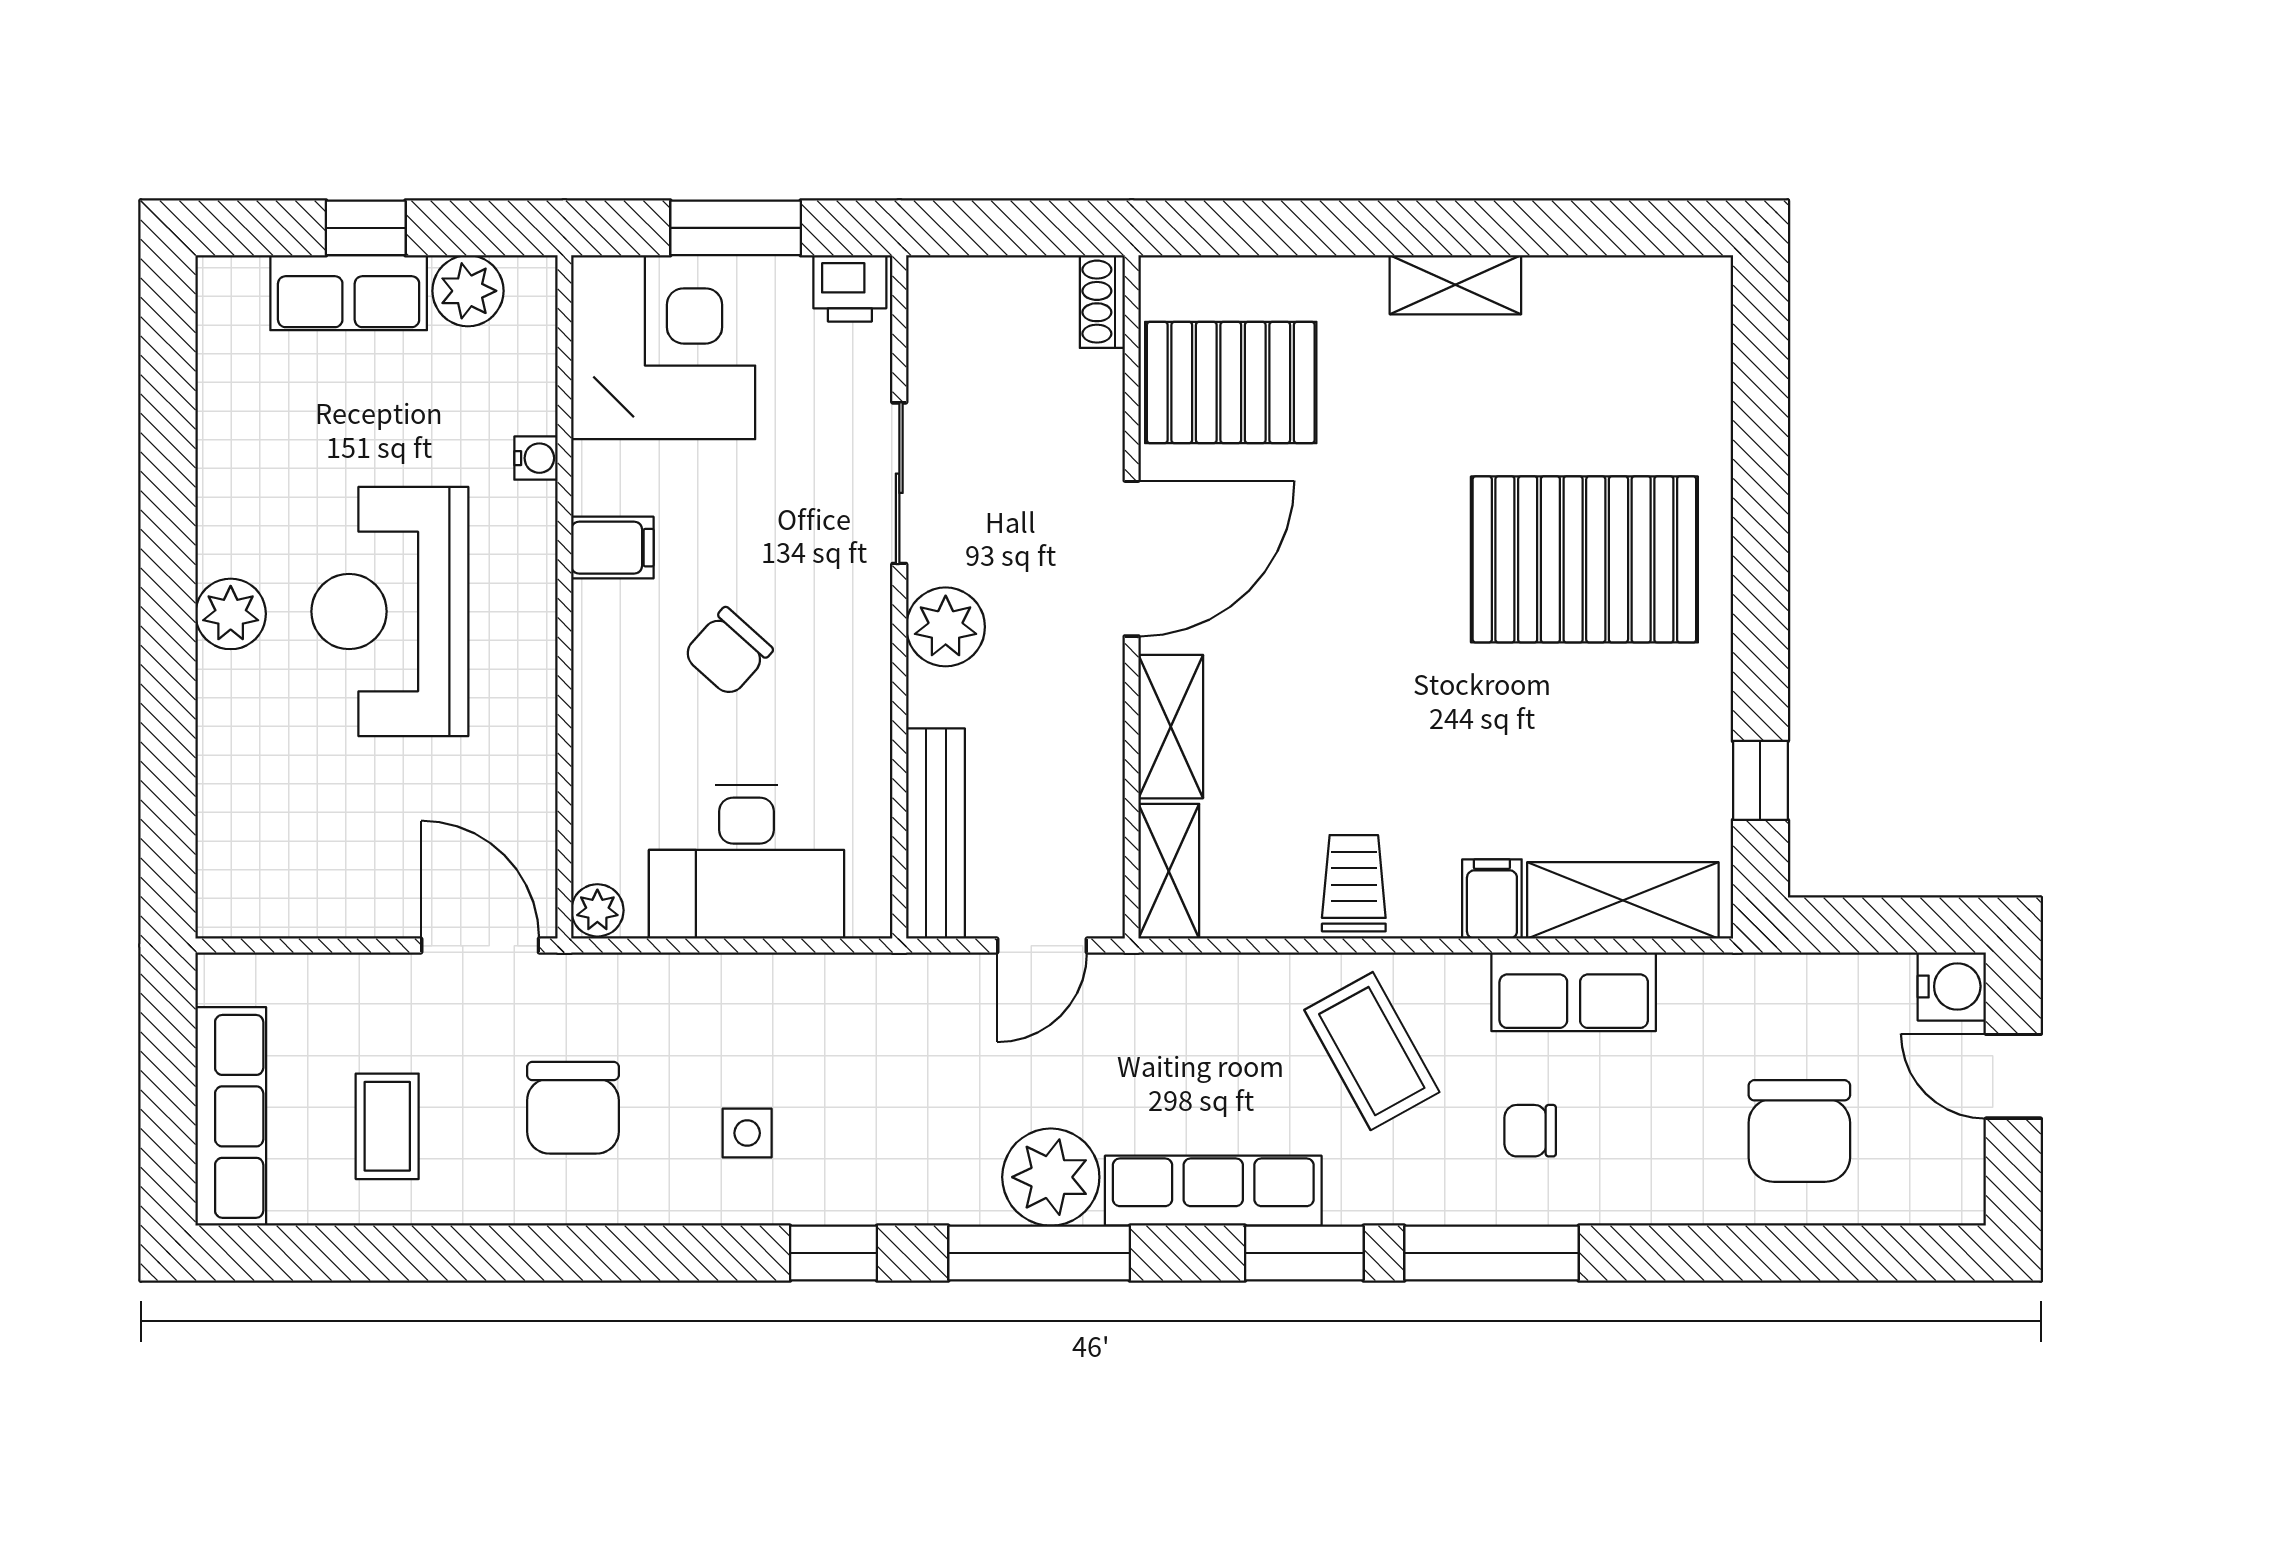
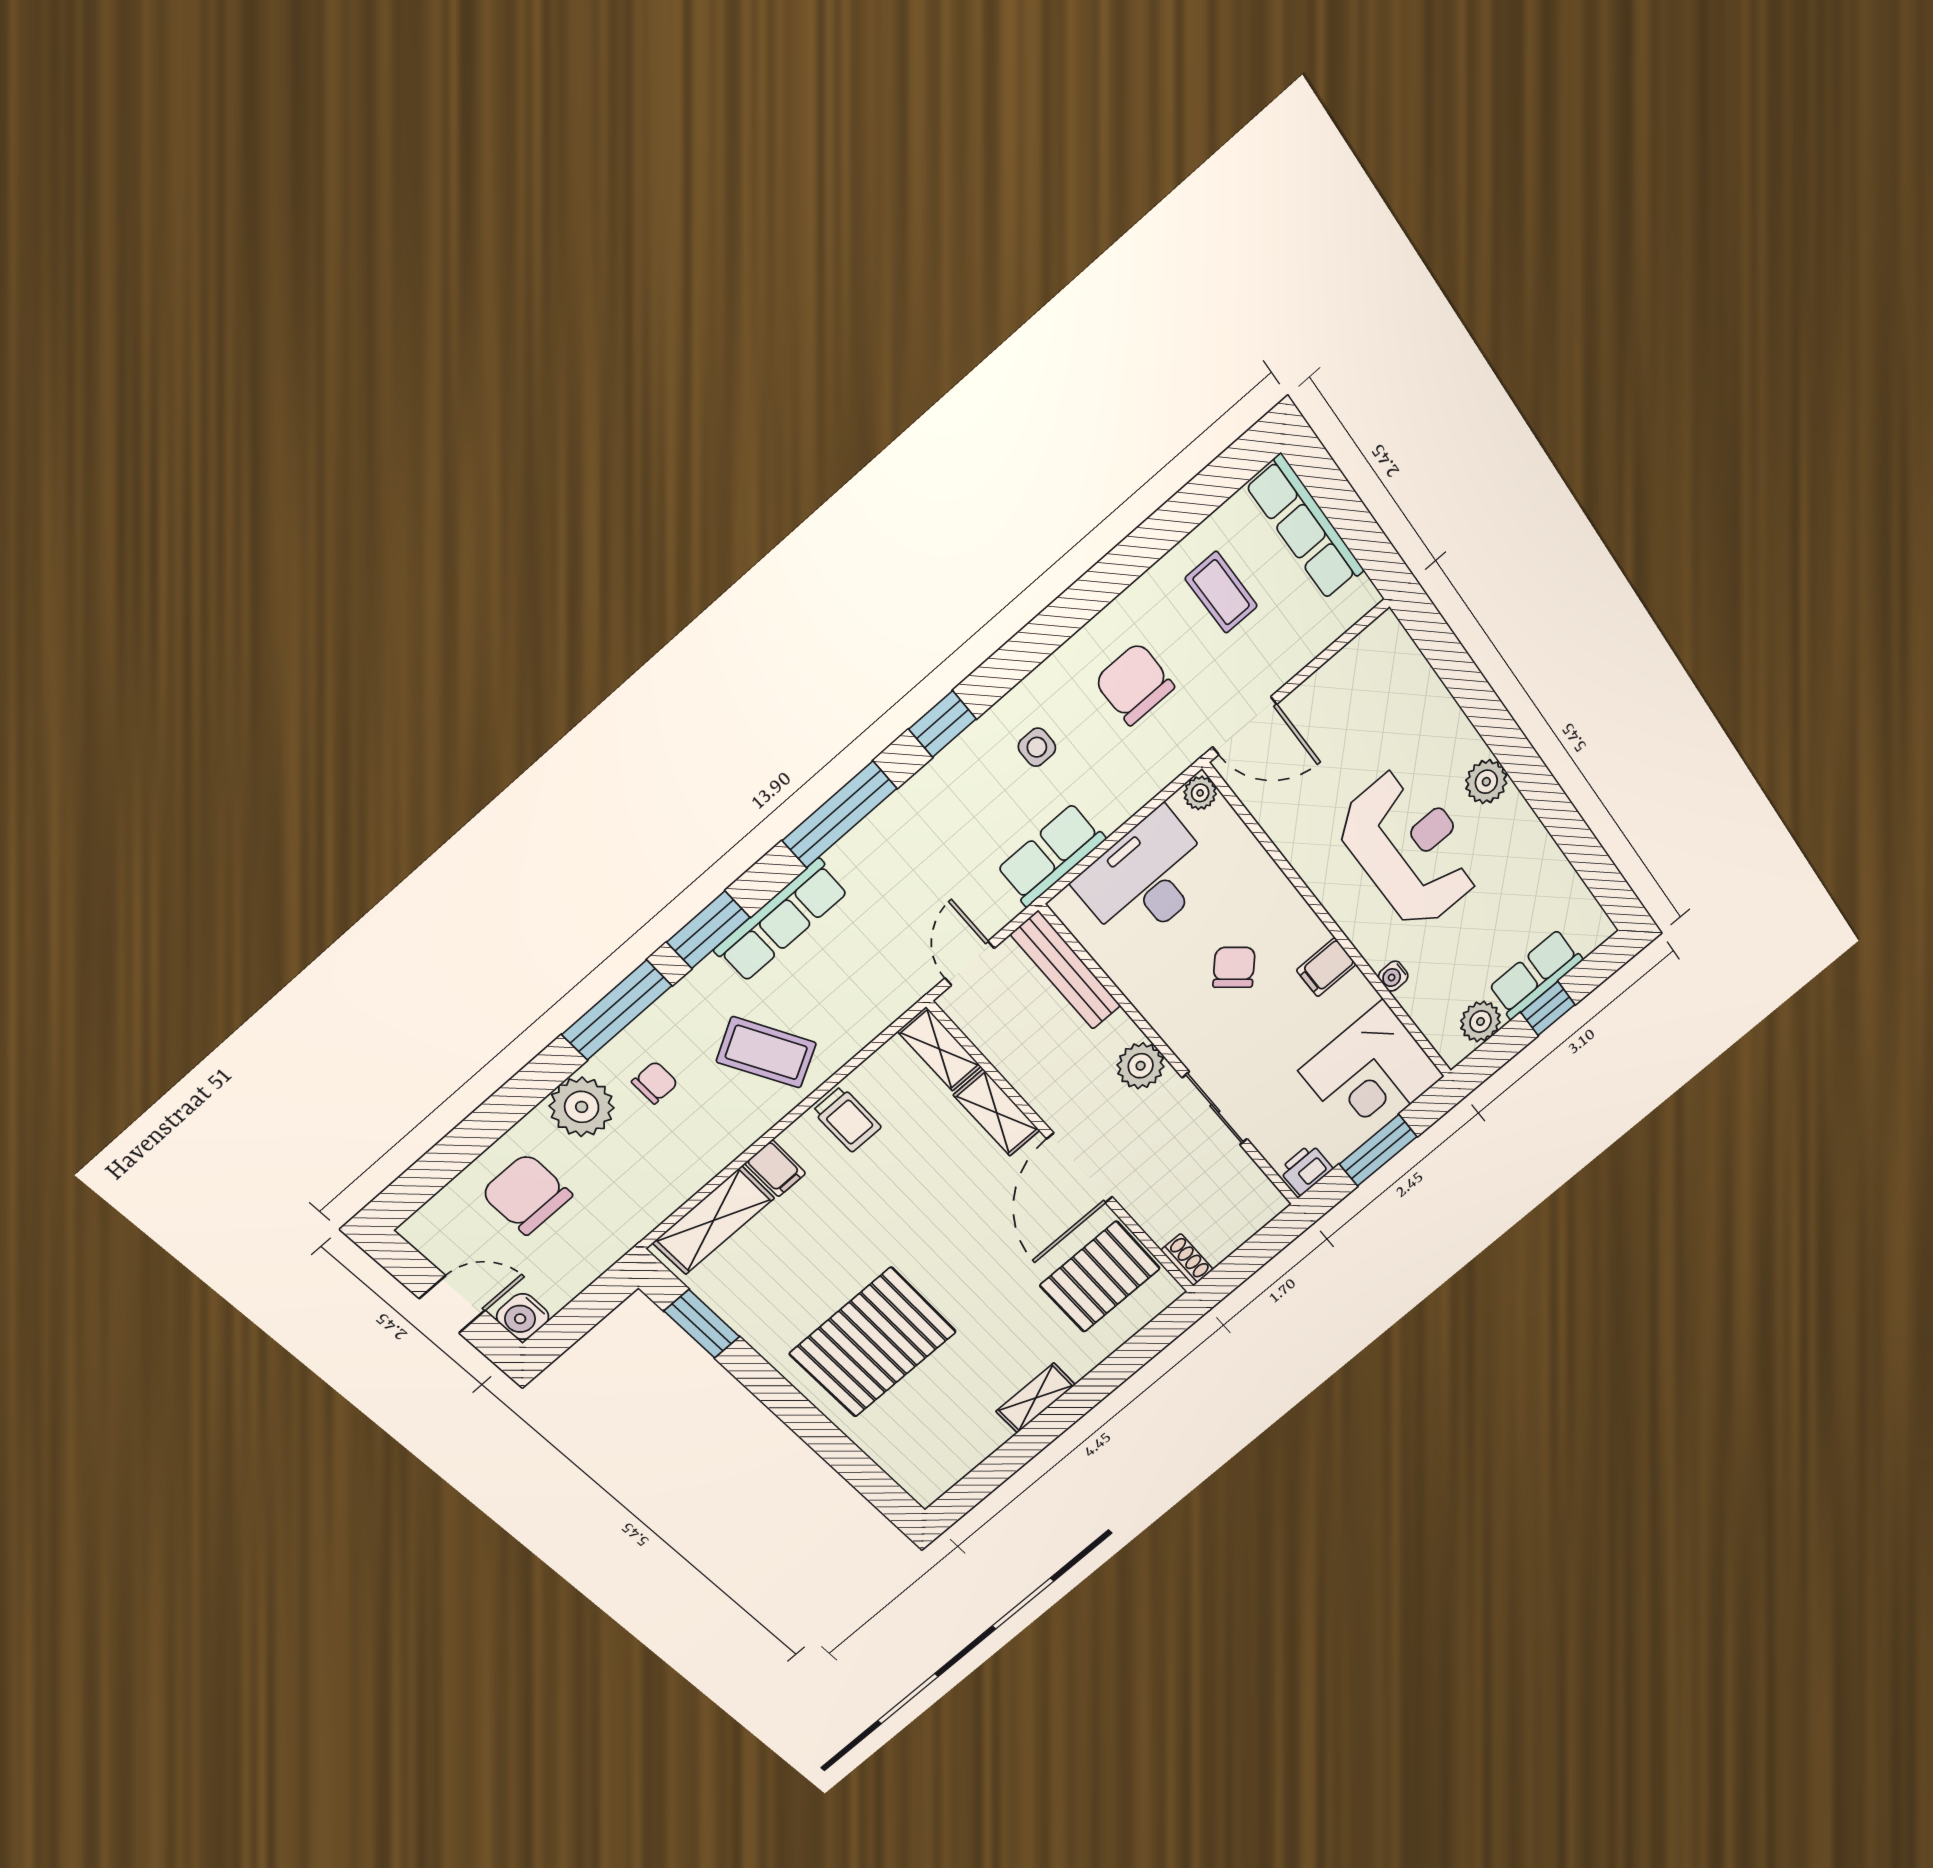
window: (1760, 780) -> (702, 1324), width x1.50
row of seats: (1574, 992) -> (1051, 855), moved
plant: (1051, 1177) -> (582, 1107), moved

